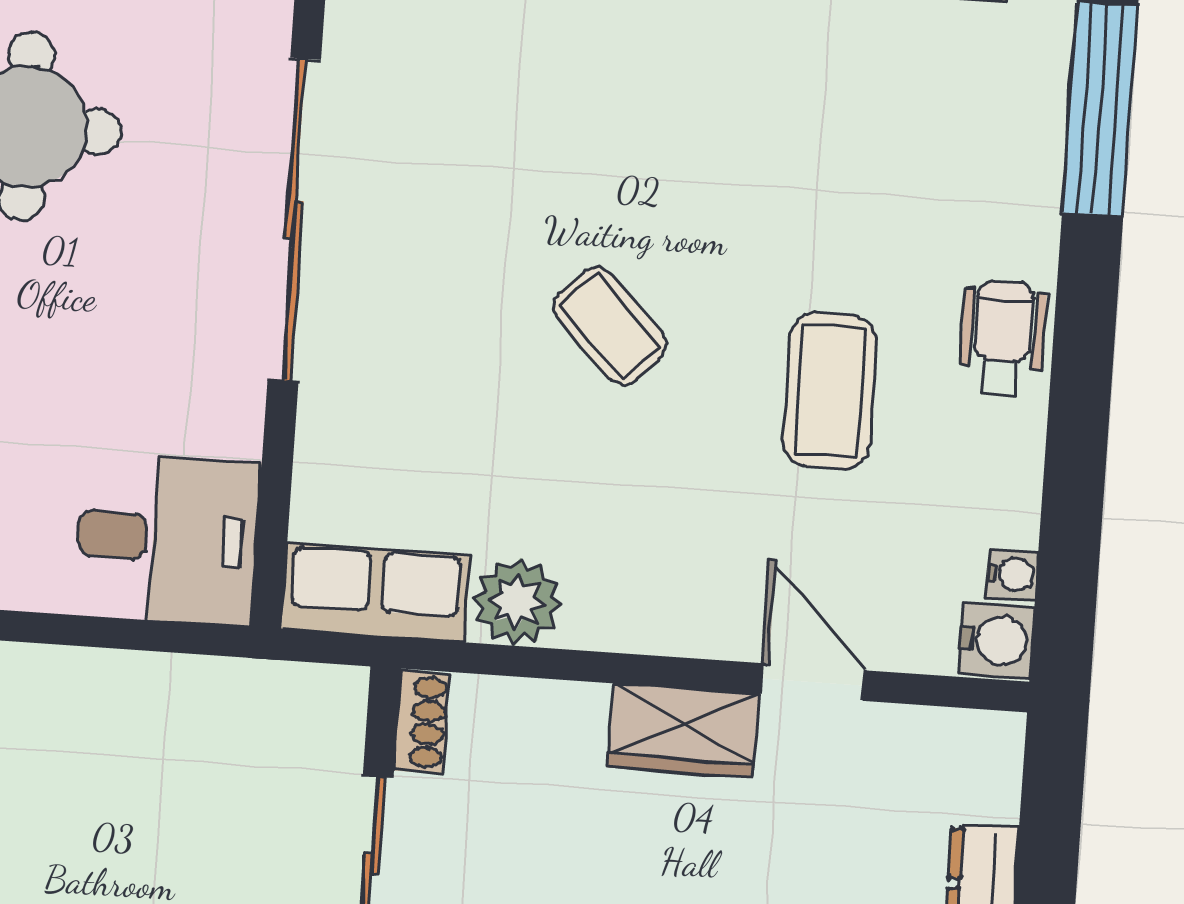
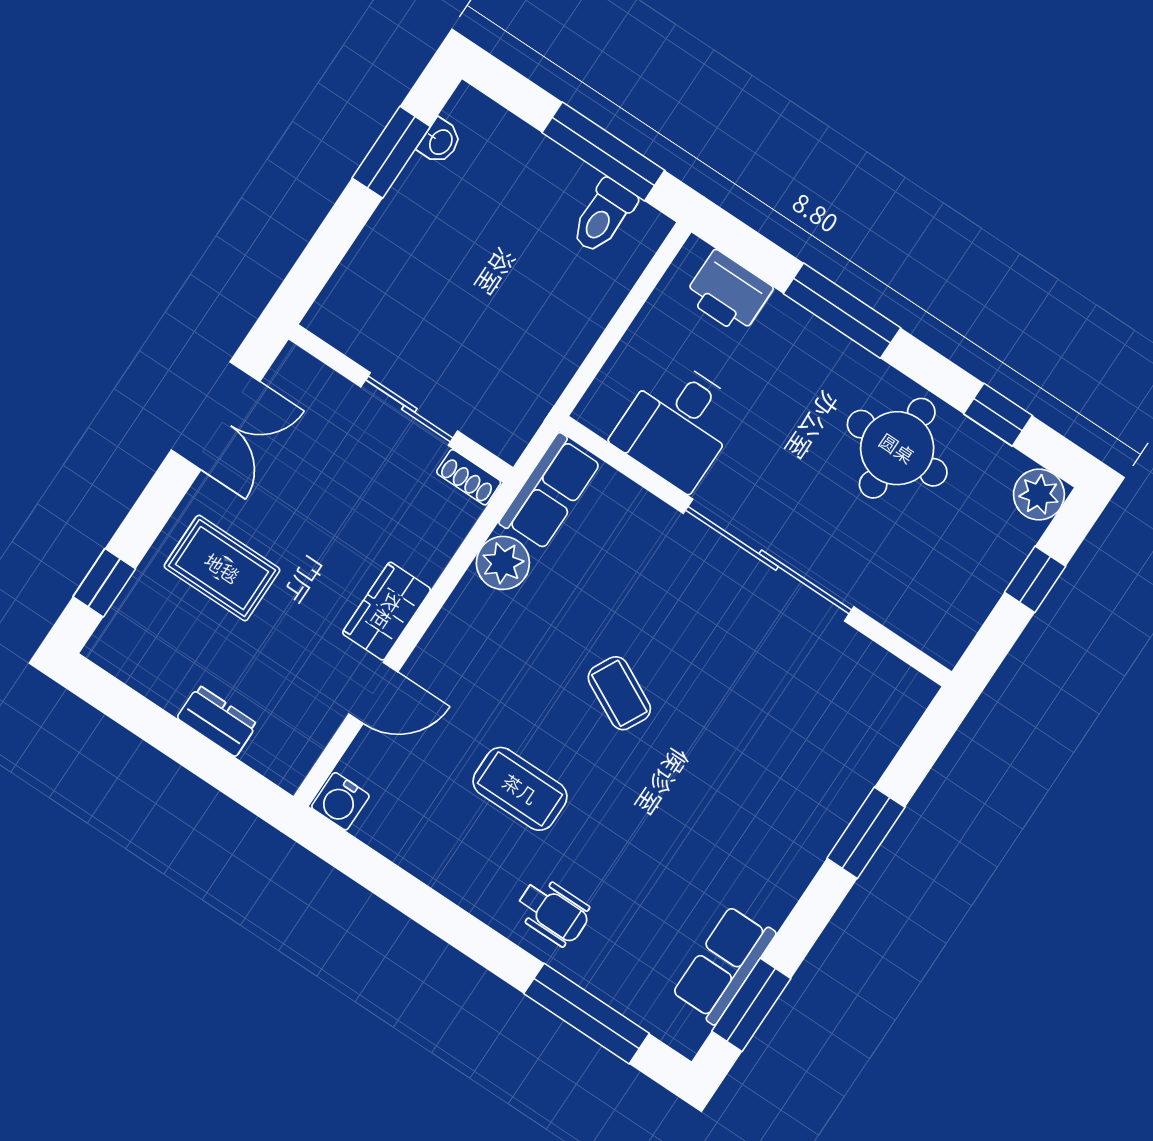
coffee table: (610, 326) -> (619, 693), turned 72
wheelchair: (1003, 338) -> (553, 912), moved
desk: (167, 539) -> (678, 424), moved
water cooler: (1012, 575) -> (370, 829), removed

